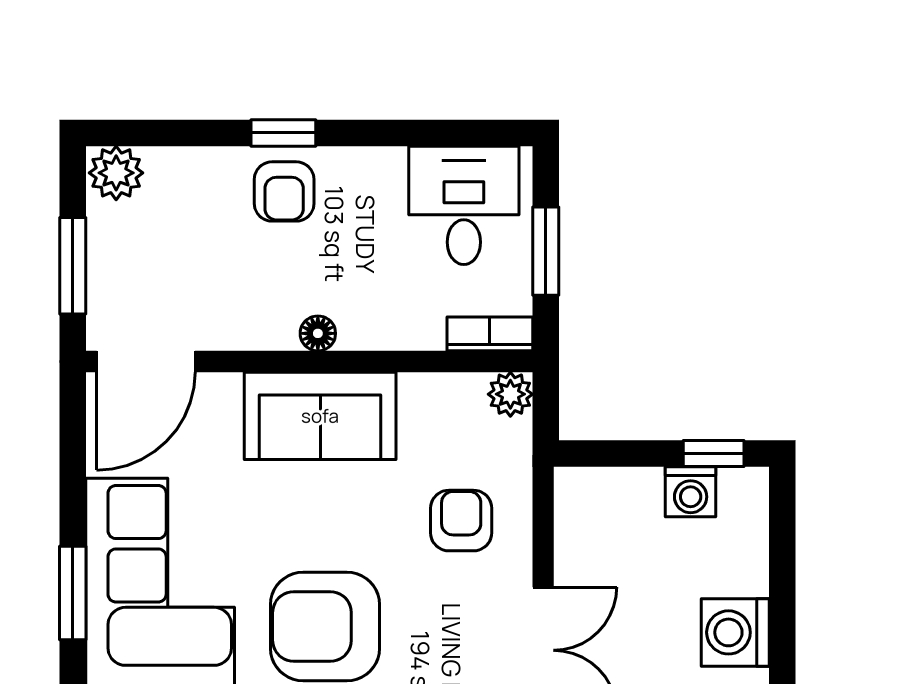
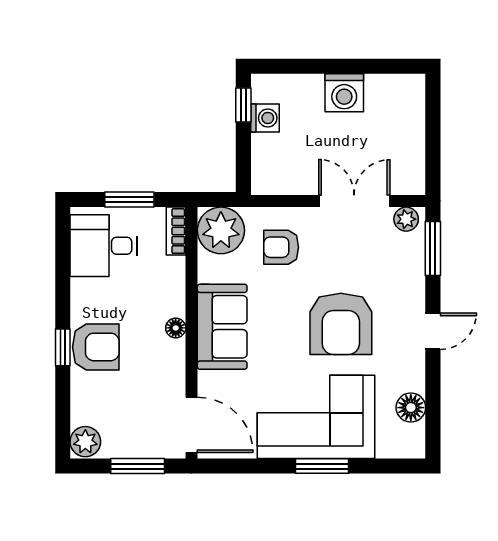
armchair: (284, 191) -> (96, 347), width x1.38, depth x1.38
plant: (510, 394) -> (221, 230), width x1.88, depth x1.88

